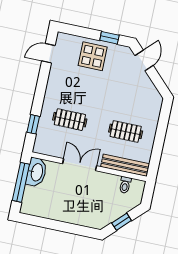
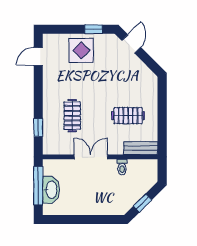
clothes rail: (70, 120) -> (72, 116), turned 90
bench: (125, 165) -> (141, 148), width x0.73
washbasin: (36, 172) -> (51, 190), moved
toilet: (125, 185) -> (122, 167), moved

